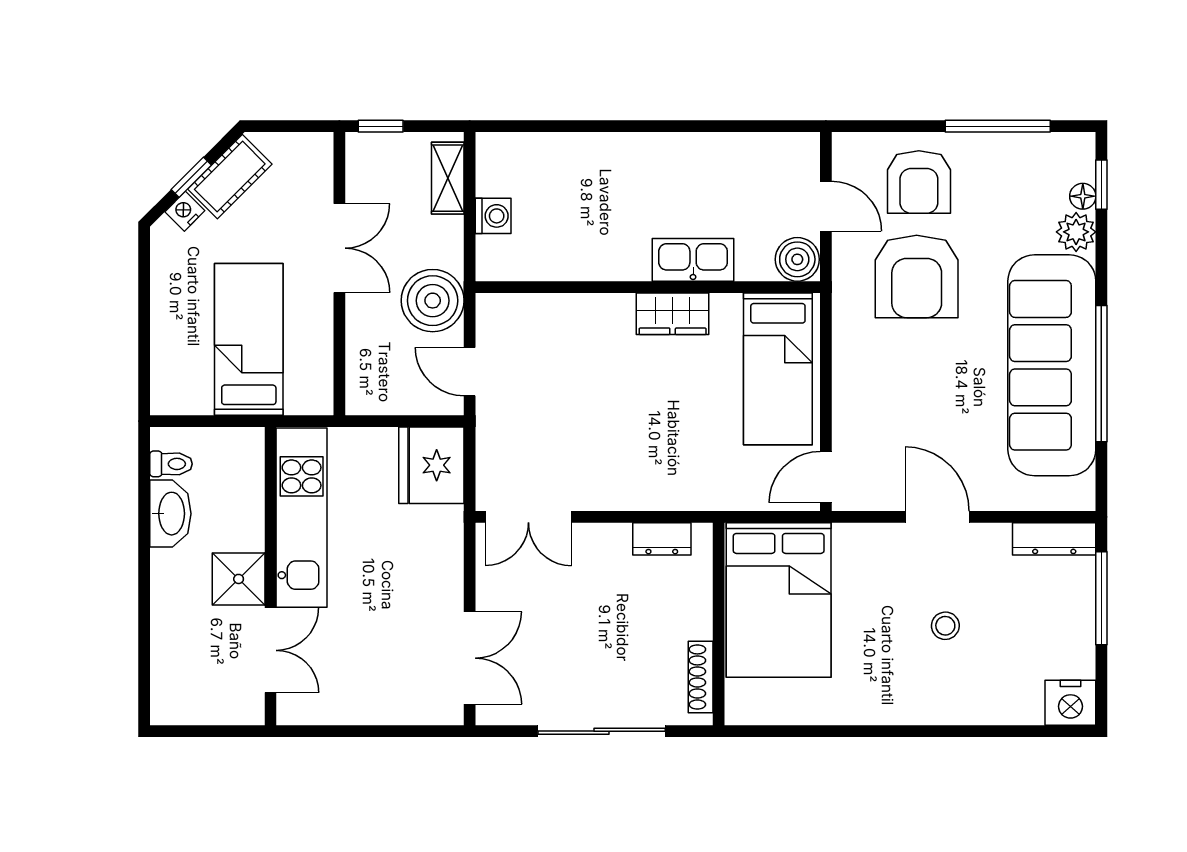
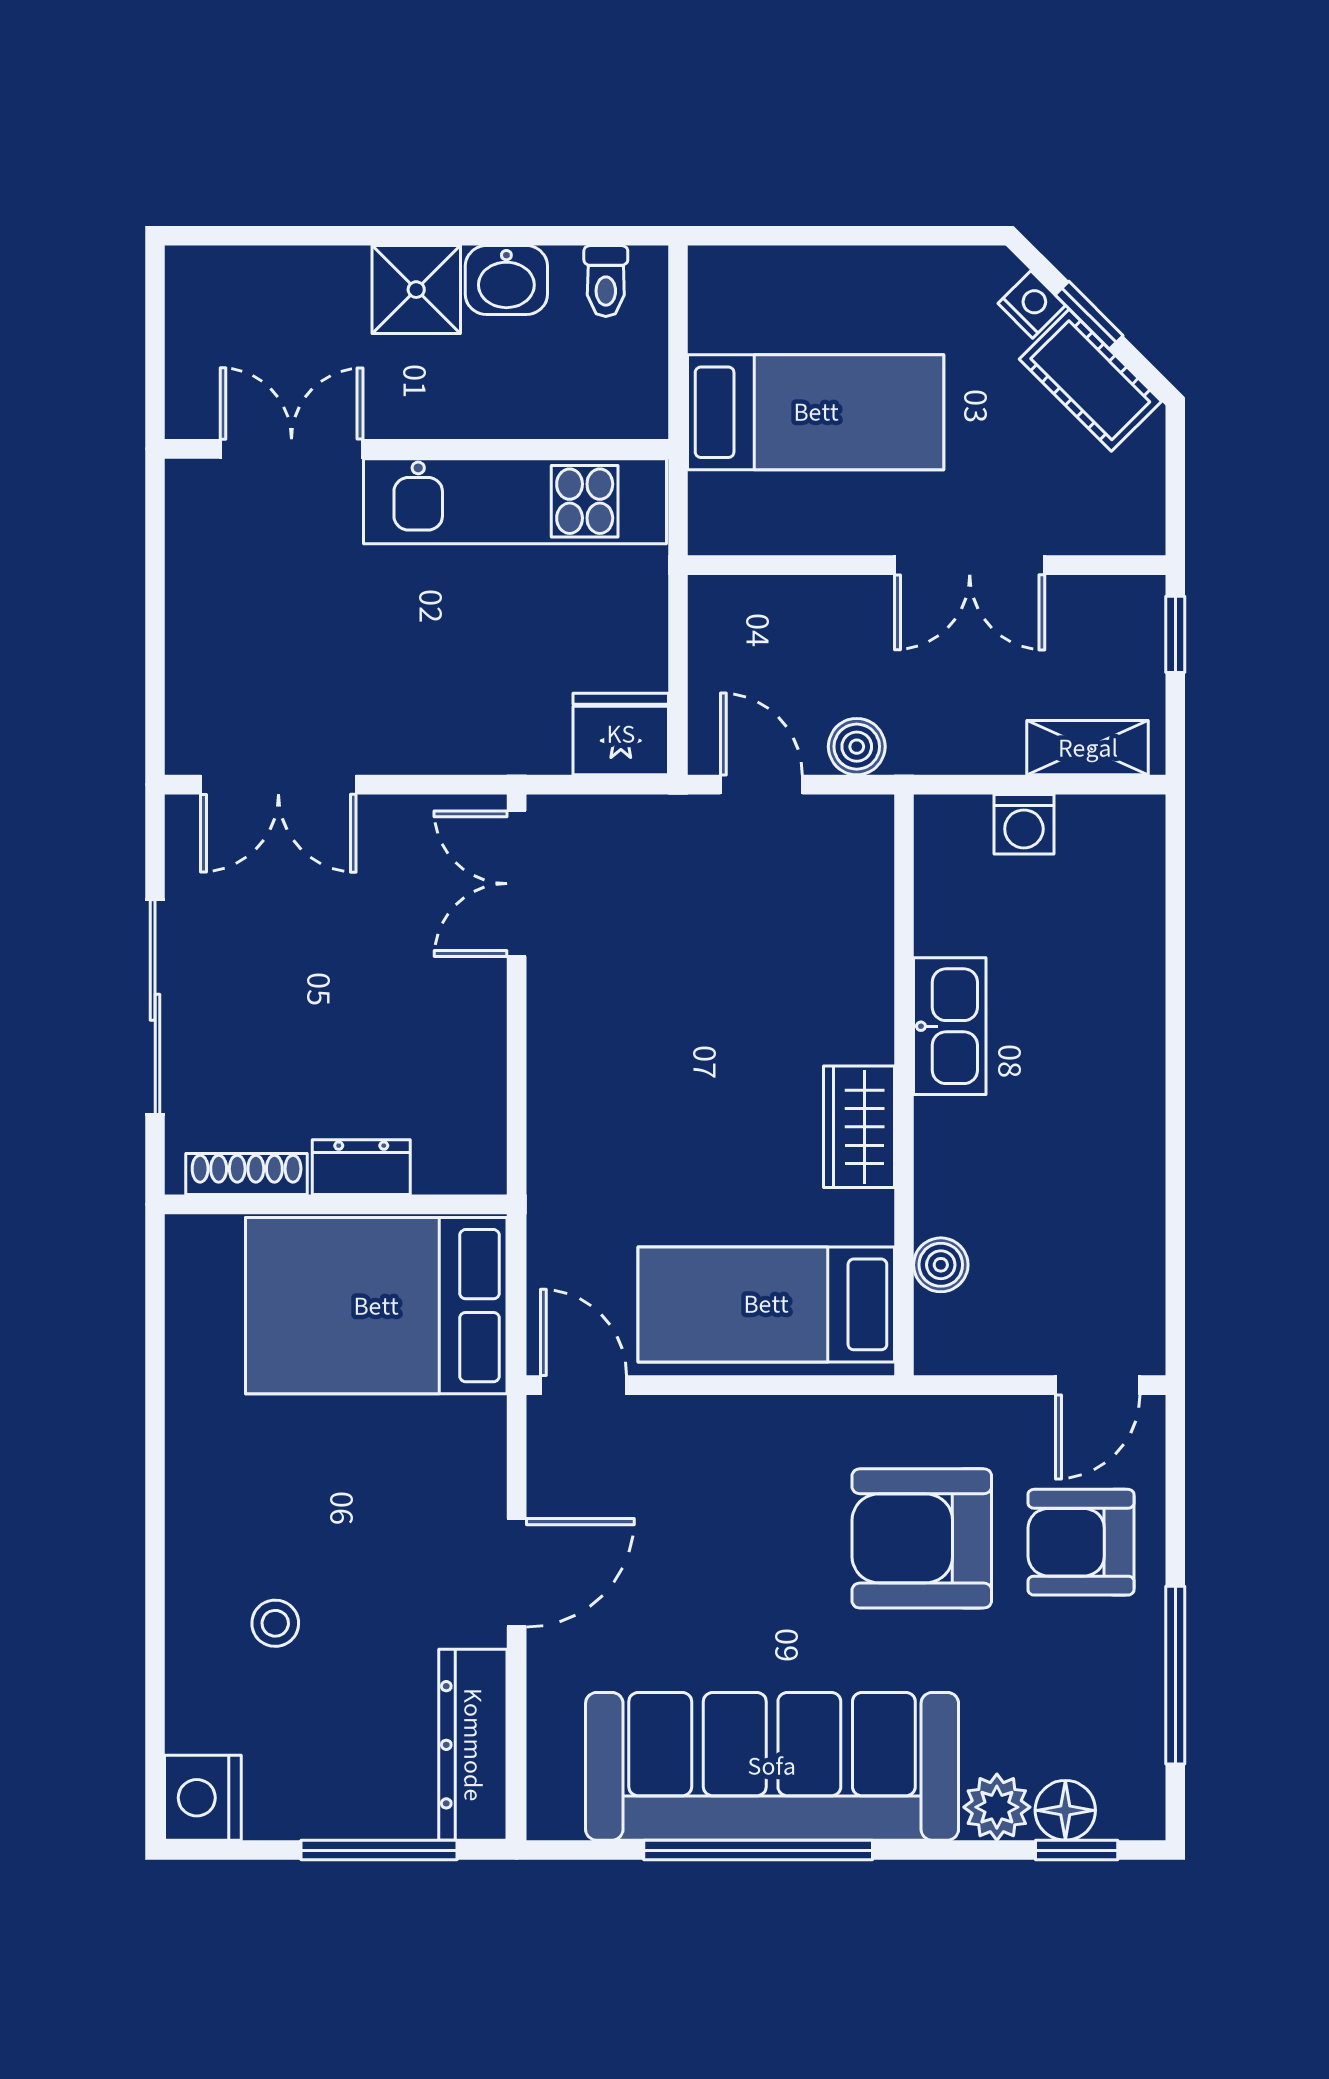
floor lamp: (1083, 196) -> (1065, 1810), width x1.37, depth x1.37
door: (826, 206) -> (1098, 1385), moved
boiler: (797, 259) -> (941, 1265), moved, width x0.73, depth x0.73
kitchen sink: (693, 260) -> (950, 1026), moved
boiler: (433, 301) -> (857, 747), width x0.54, depth x0.54
door: (470, 372) -> (761, 785), hinge flipped
fridge: (431, 465) -> (621, 734), width x0.73, depth x0.75
washbasin: (170, 514) -> (506, 280), width x0.72
dresser: (662, 539) -> (361, 1167), moved, turned 90
dresser: (1054, 539) -> (473, 1745), width x1.37, depth x1.24
shower: (239, 579) -> (416, 290), moved
stool: (945, 626) -> (275, 1623), moved
double door: (271, 650) -> (292, 449), swing flipped

